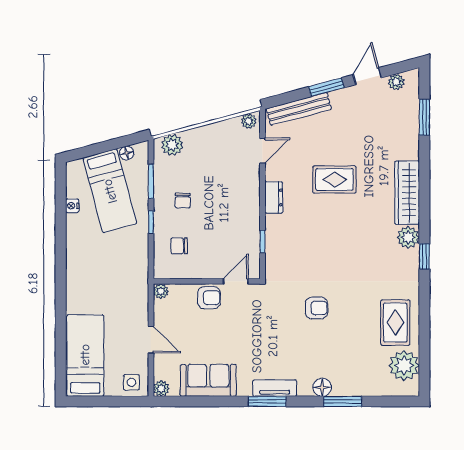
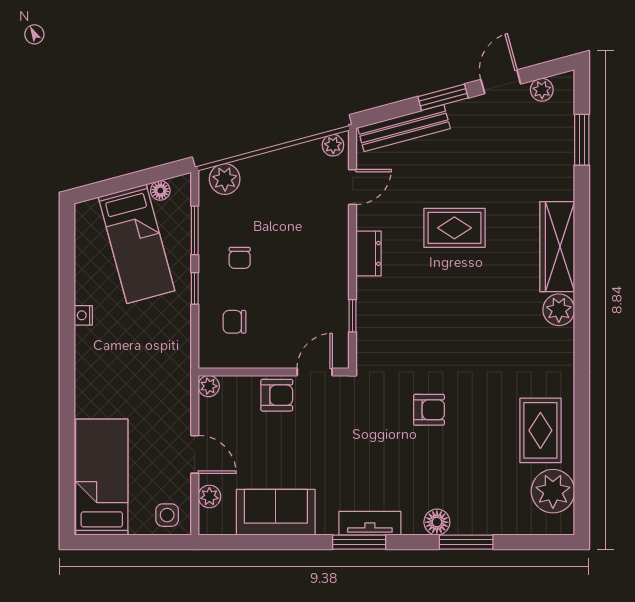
nightstand: (72, 206) -> (83, 315), moved
window: (424, 256) -> (582, 337), removed
plant: (161, 388) -> (209, 496), moved

